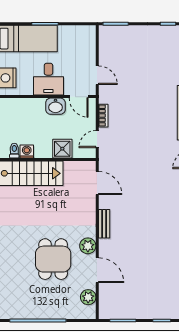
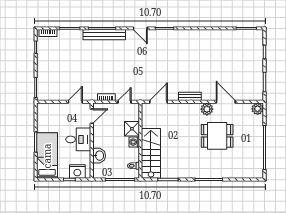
washbasin: (55, 106) -> (99, 156), moved
door: (97, 139) -> (125, 102), swing flipped
washing machine: (27, 152) -> (134, 142), moved
door: (97, 270) -> (226, 102), hinge flipped
plant: (88, 297) -> (258, 109), moved

